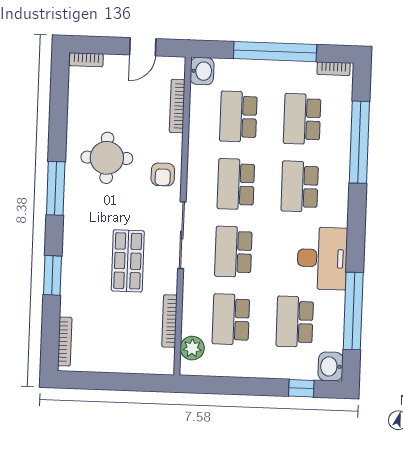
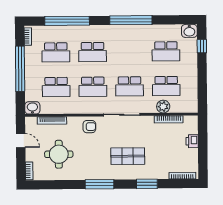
round table: (107, 158) -> (59, 154), moved
desk: (322, 258) -> (131, 38), removed
shop shelf: (128, 261) -> (128, 156), moved
window: (353, 311) -> (131, 20), moved
plant: (192, 348) -> (163, 107), moved
printer: (127, 362) -> (192, 141), added

